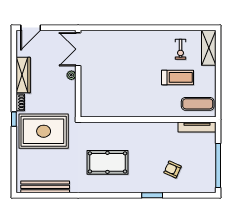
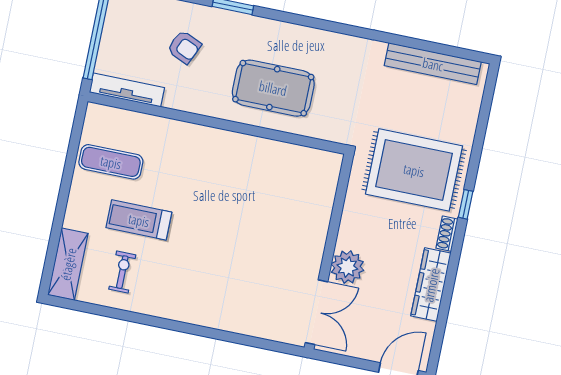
plant: (71, 75) -> (347, 267), width x1.87, depth x1.87
wall: (148, 120) -> (217, 123), moved
tv unit: (197, 127) -> (127, 90), moved
pool table: (107, 162) -> (273, 88), moved

